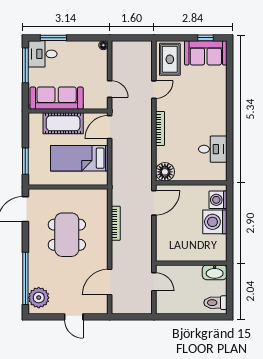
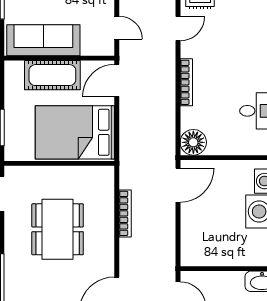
bed: (79, 158) -> (75, 132), width x1.50

